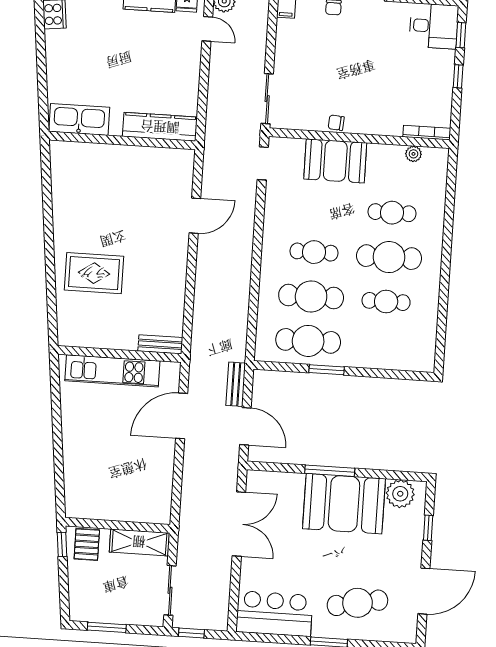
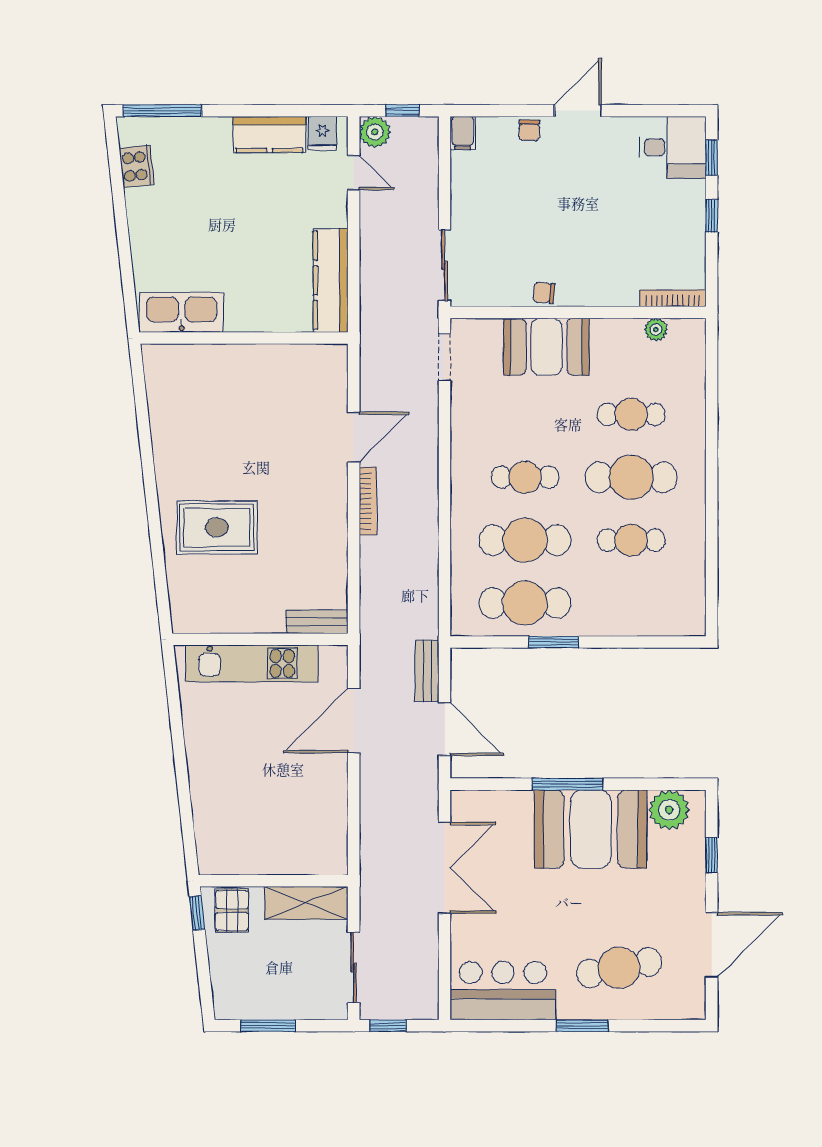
kitchen counter: (160, 127) -> (331, 280), moved, turned -90
bookcase: (202, 262) -> (368, 501), added

